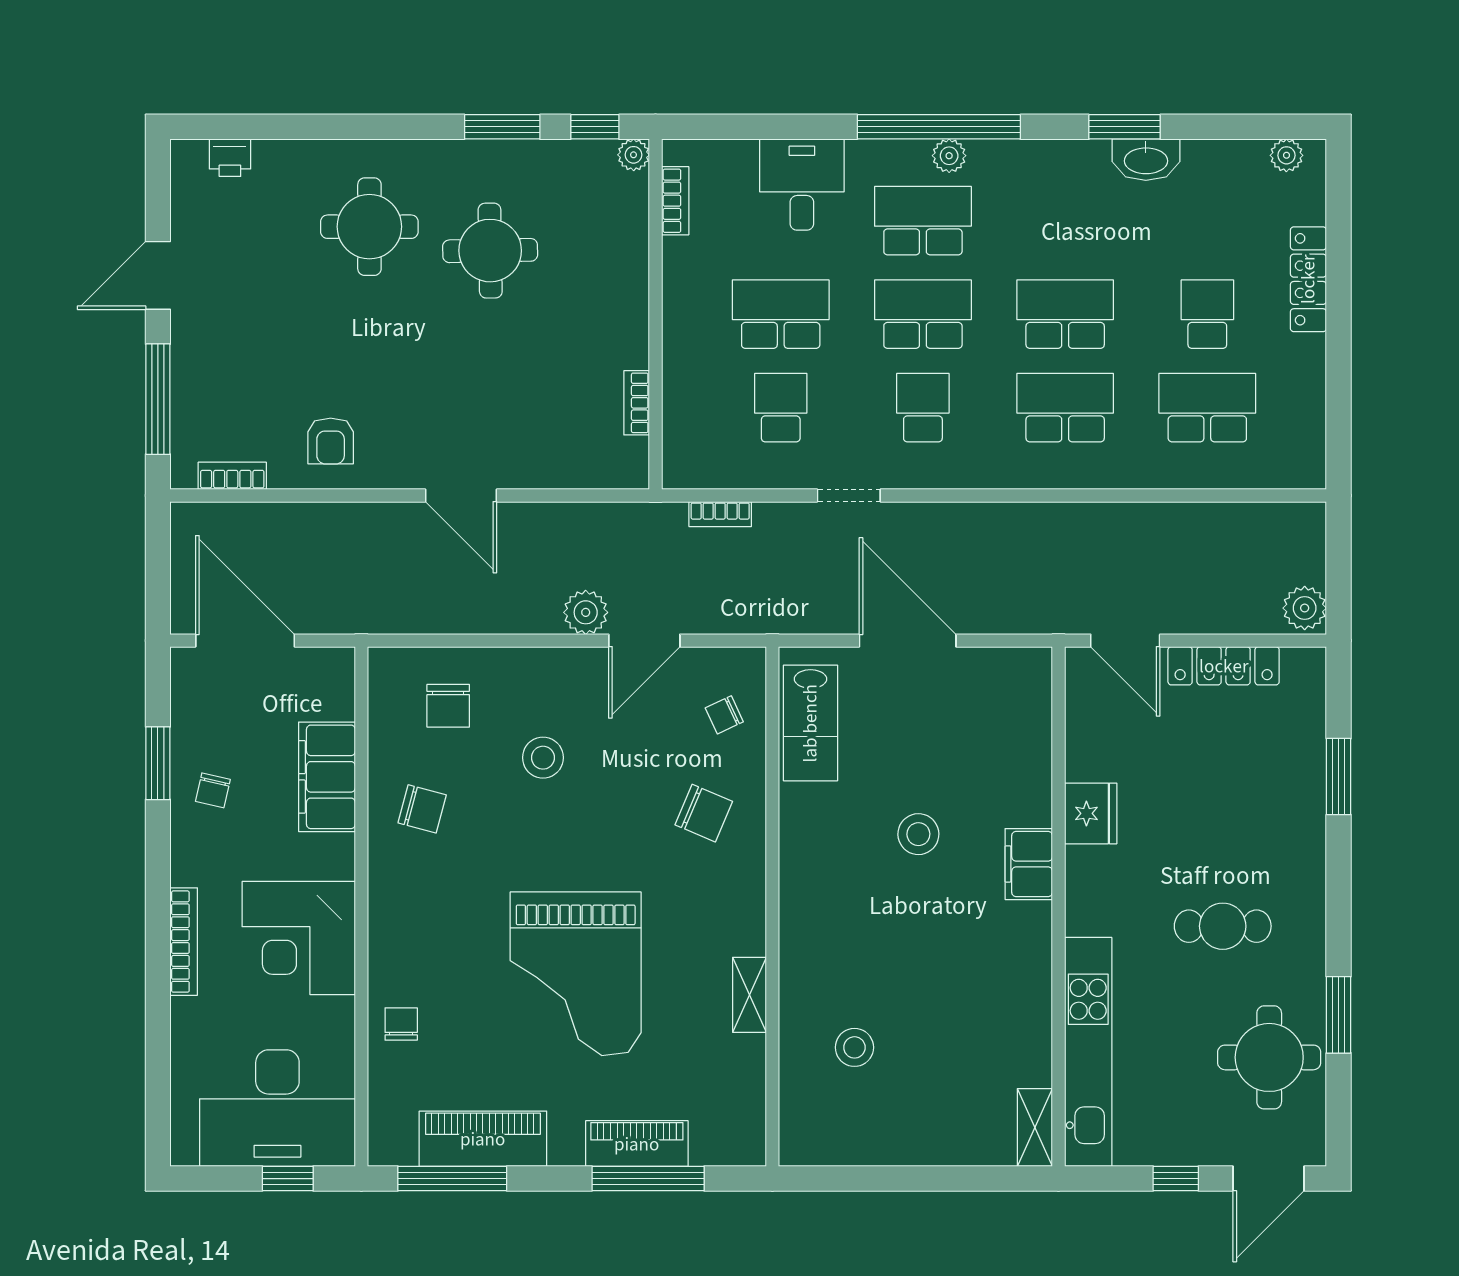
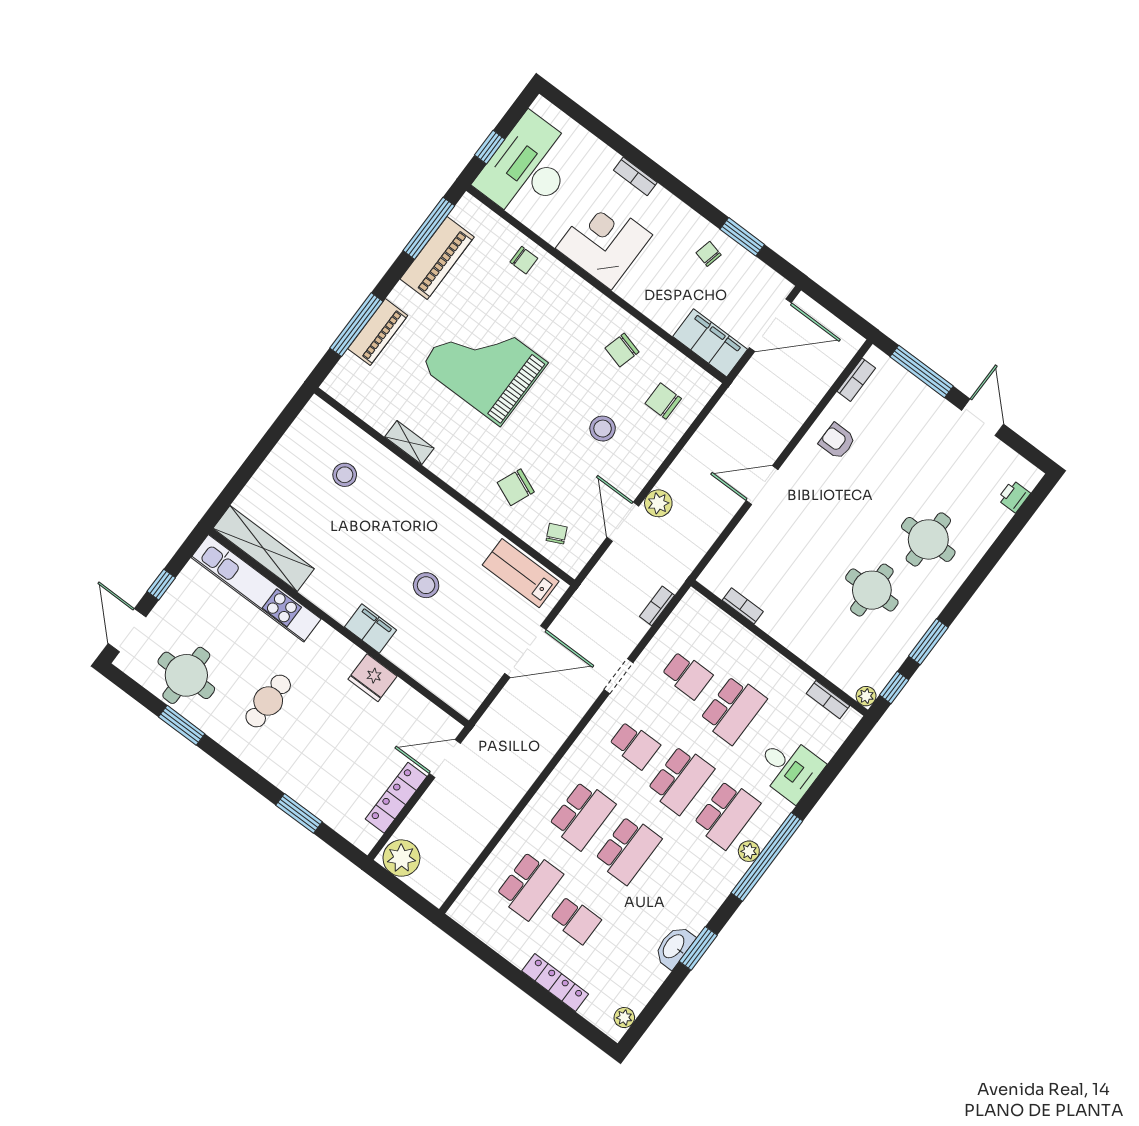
plant: (1305, 608) -> (401, 858), width x1.36, depth x1.36
filing cabinet: (327, 777) -> (710, 343), moved
bookcase: (184, 942) -> (635, 176), width x0.64
shelving: (1035, 1128) -> (264, 548), width x2.20, depth x1.33

